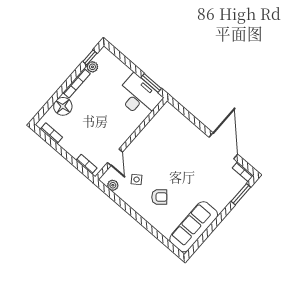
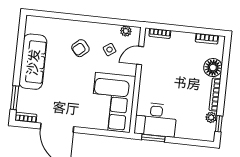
corner sofa: (164, 135) -> (113, 102), added
door: (115, 157) -> (140, 55), hinge flipped
sofa: (194, 227) -> (33, 62), moved

